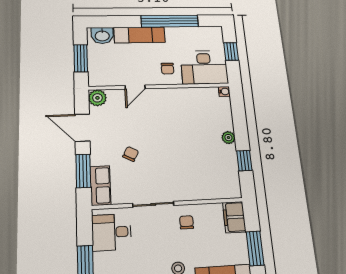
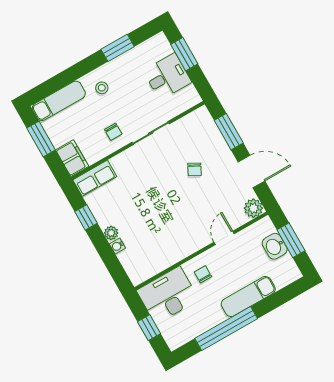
washbasin: (102, 35) -> (275, 246), moved, turned -90
water cooler: (224, 91) -> (117, 246), moved
row of seats: (100, 185) -> (95, 178), moved, turned -90
desk: (111, 232) -> (167, 77), moved

